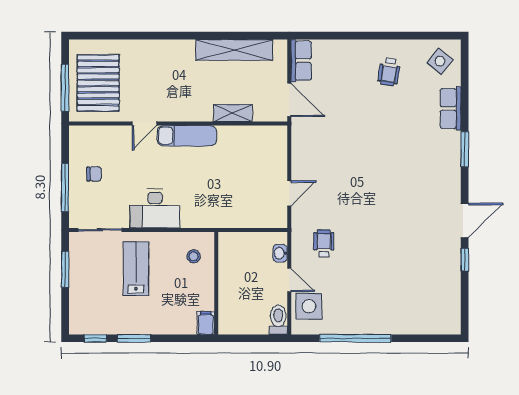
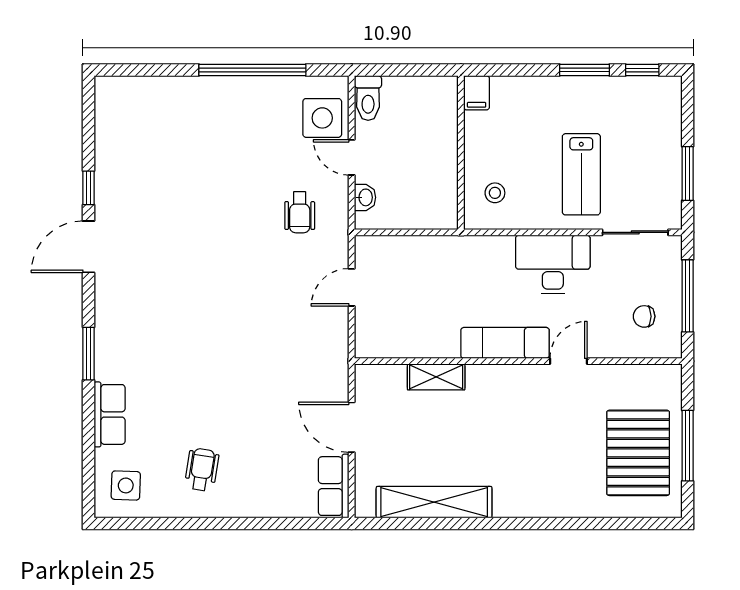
side table: (440, 61) -> (126, 485), turned -37
shelving: (233, 113) -> (436, 377), moved
door: (145, 123) -> (569, 361), moved
wall: (178, 123) -> (518, 361), moved
exam couch: (187, 136) -> (505, 343), moved

